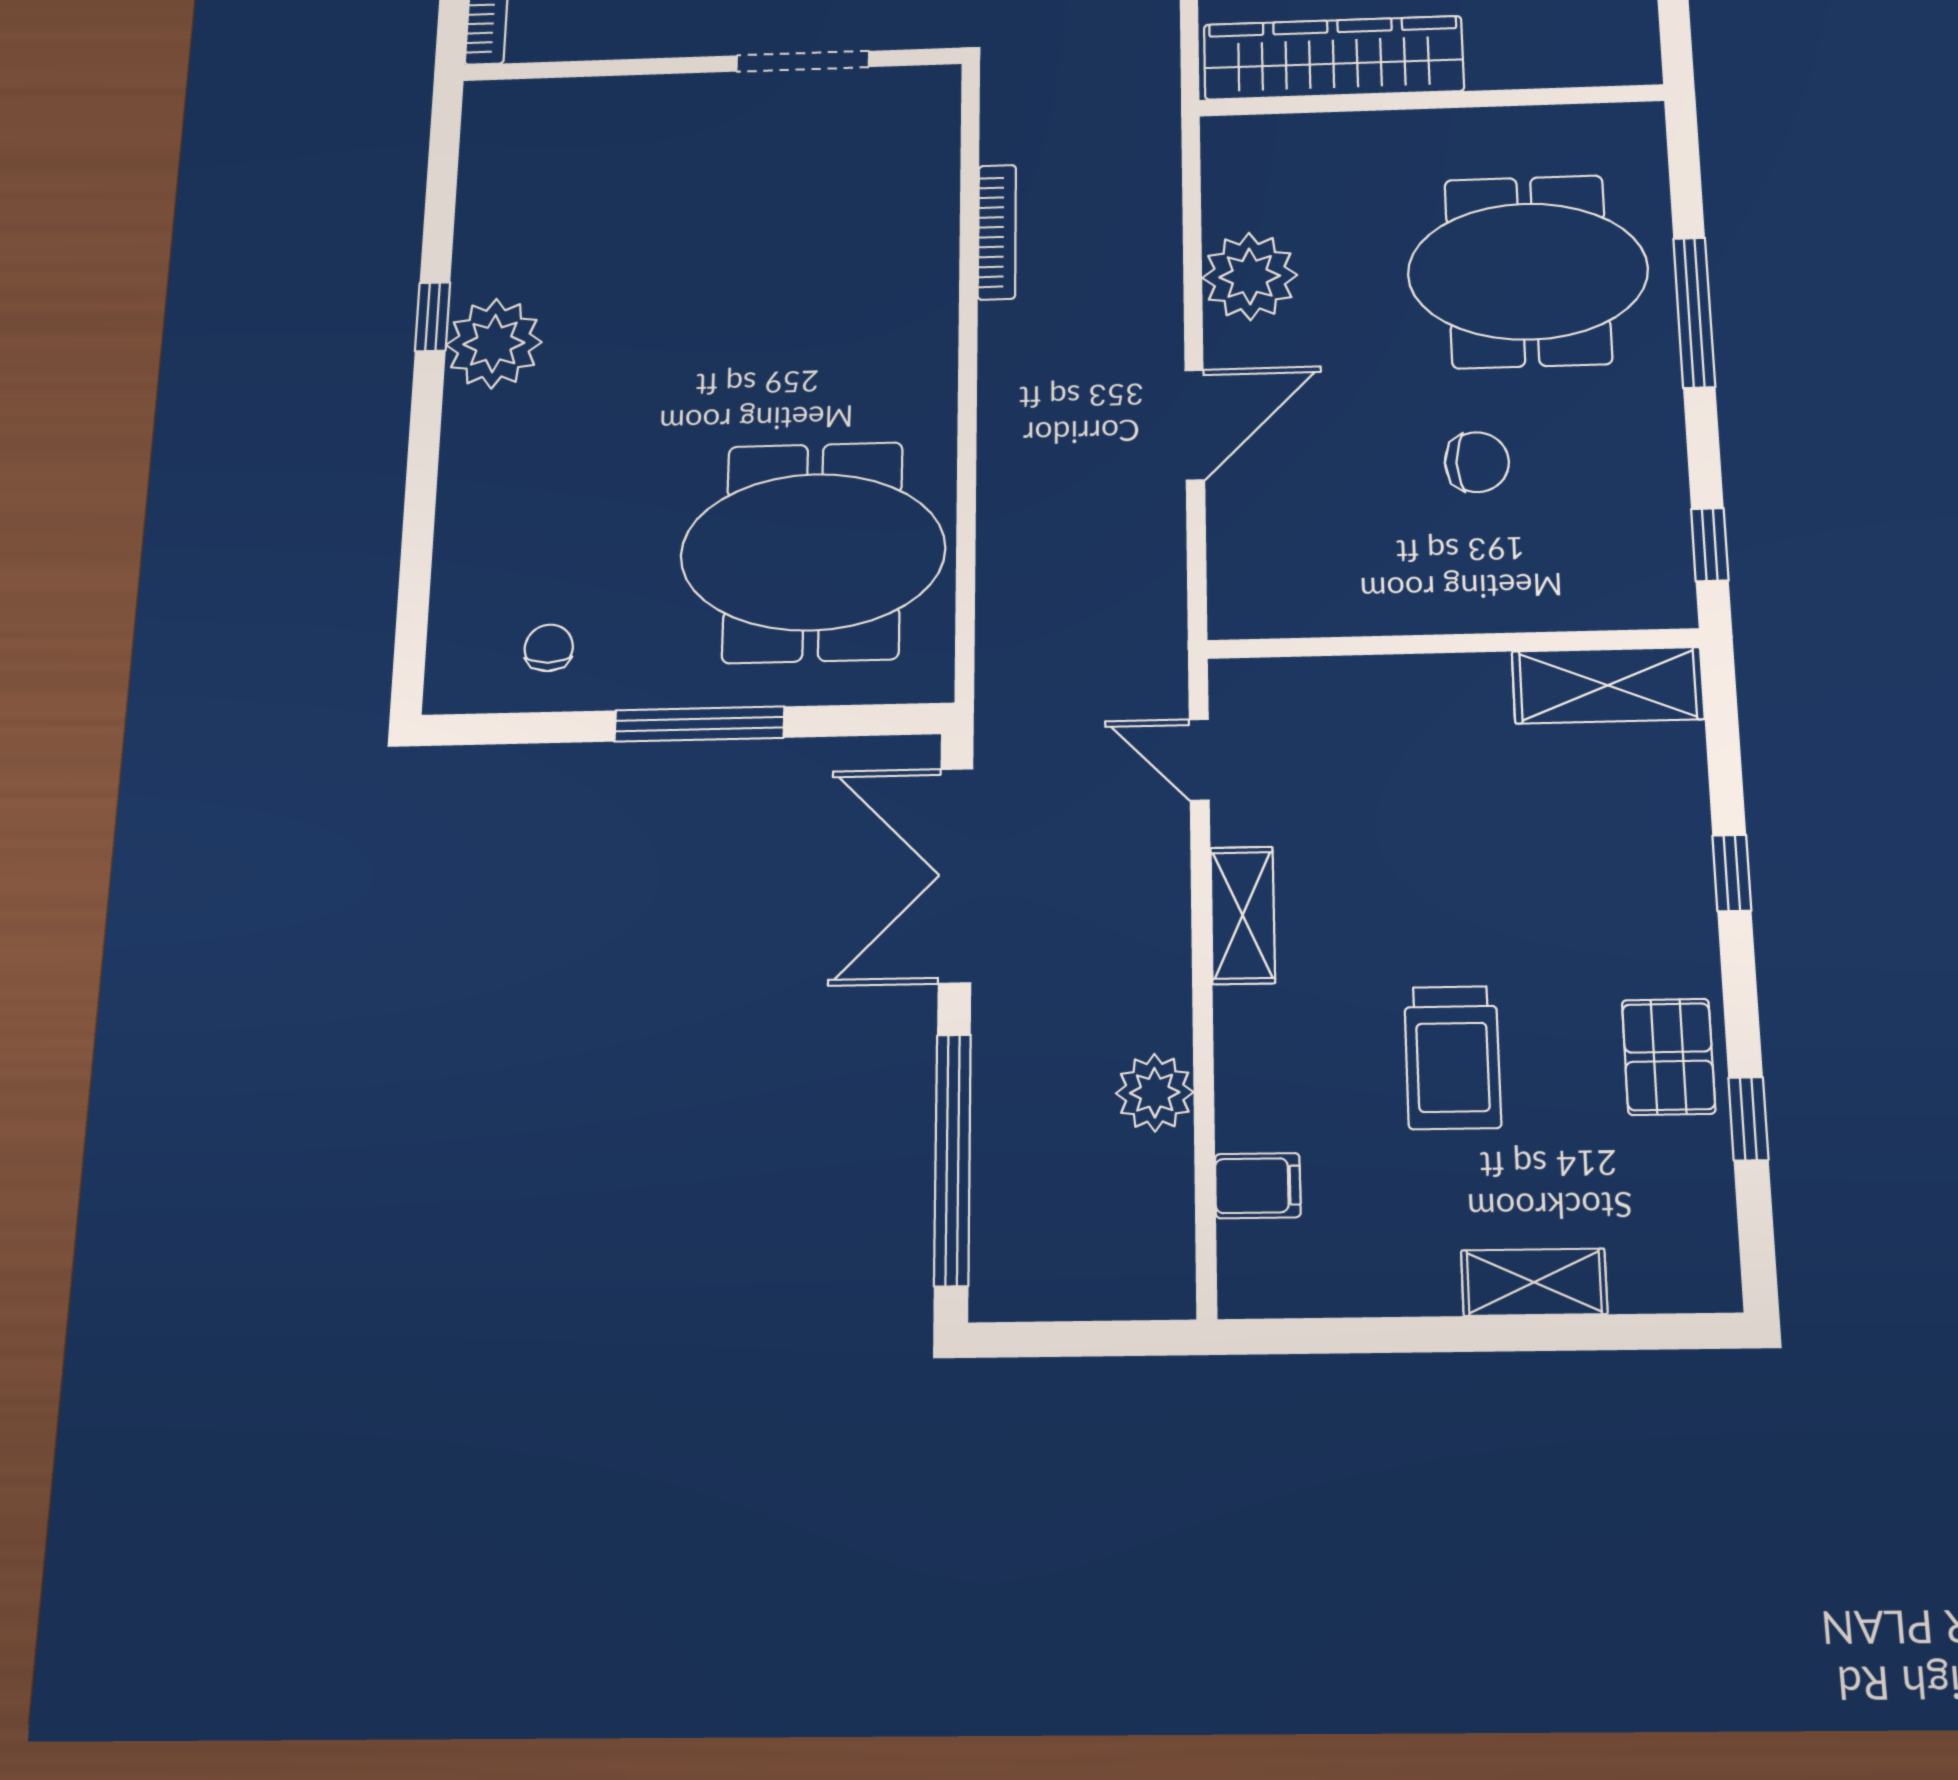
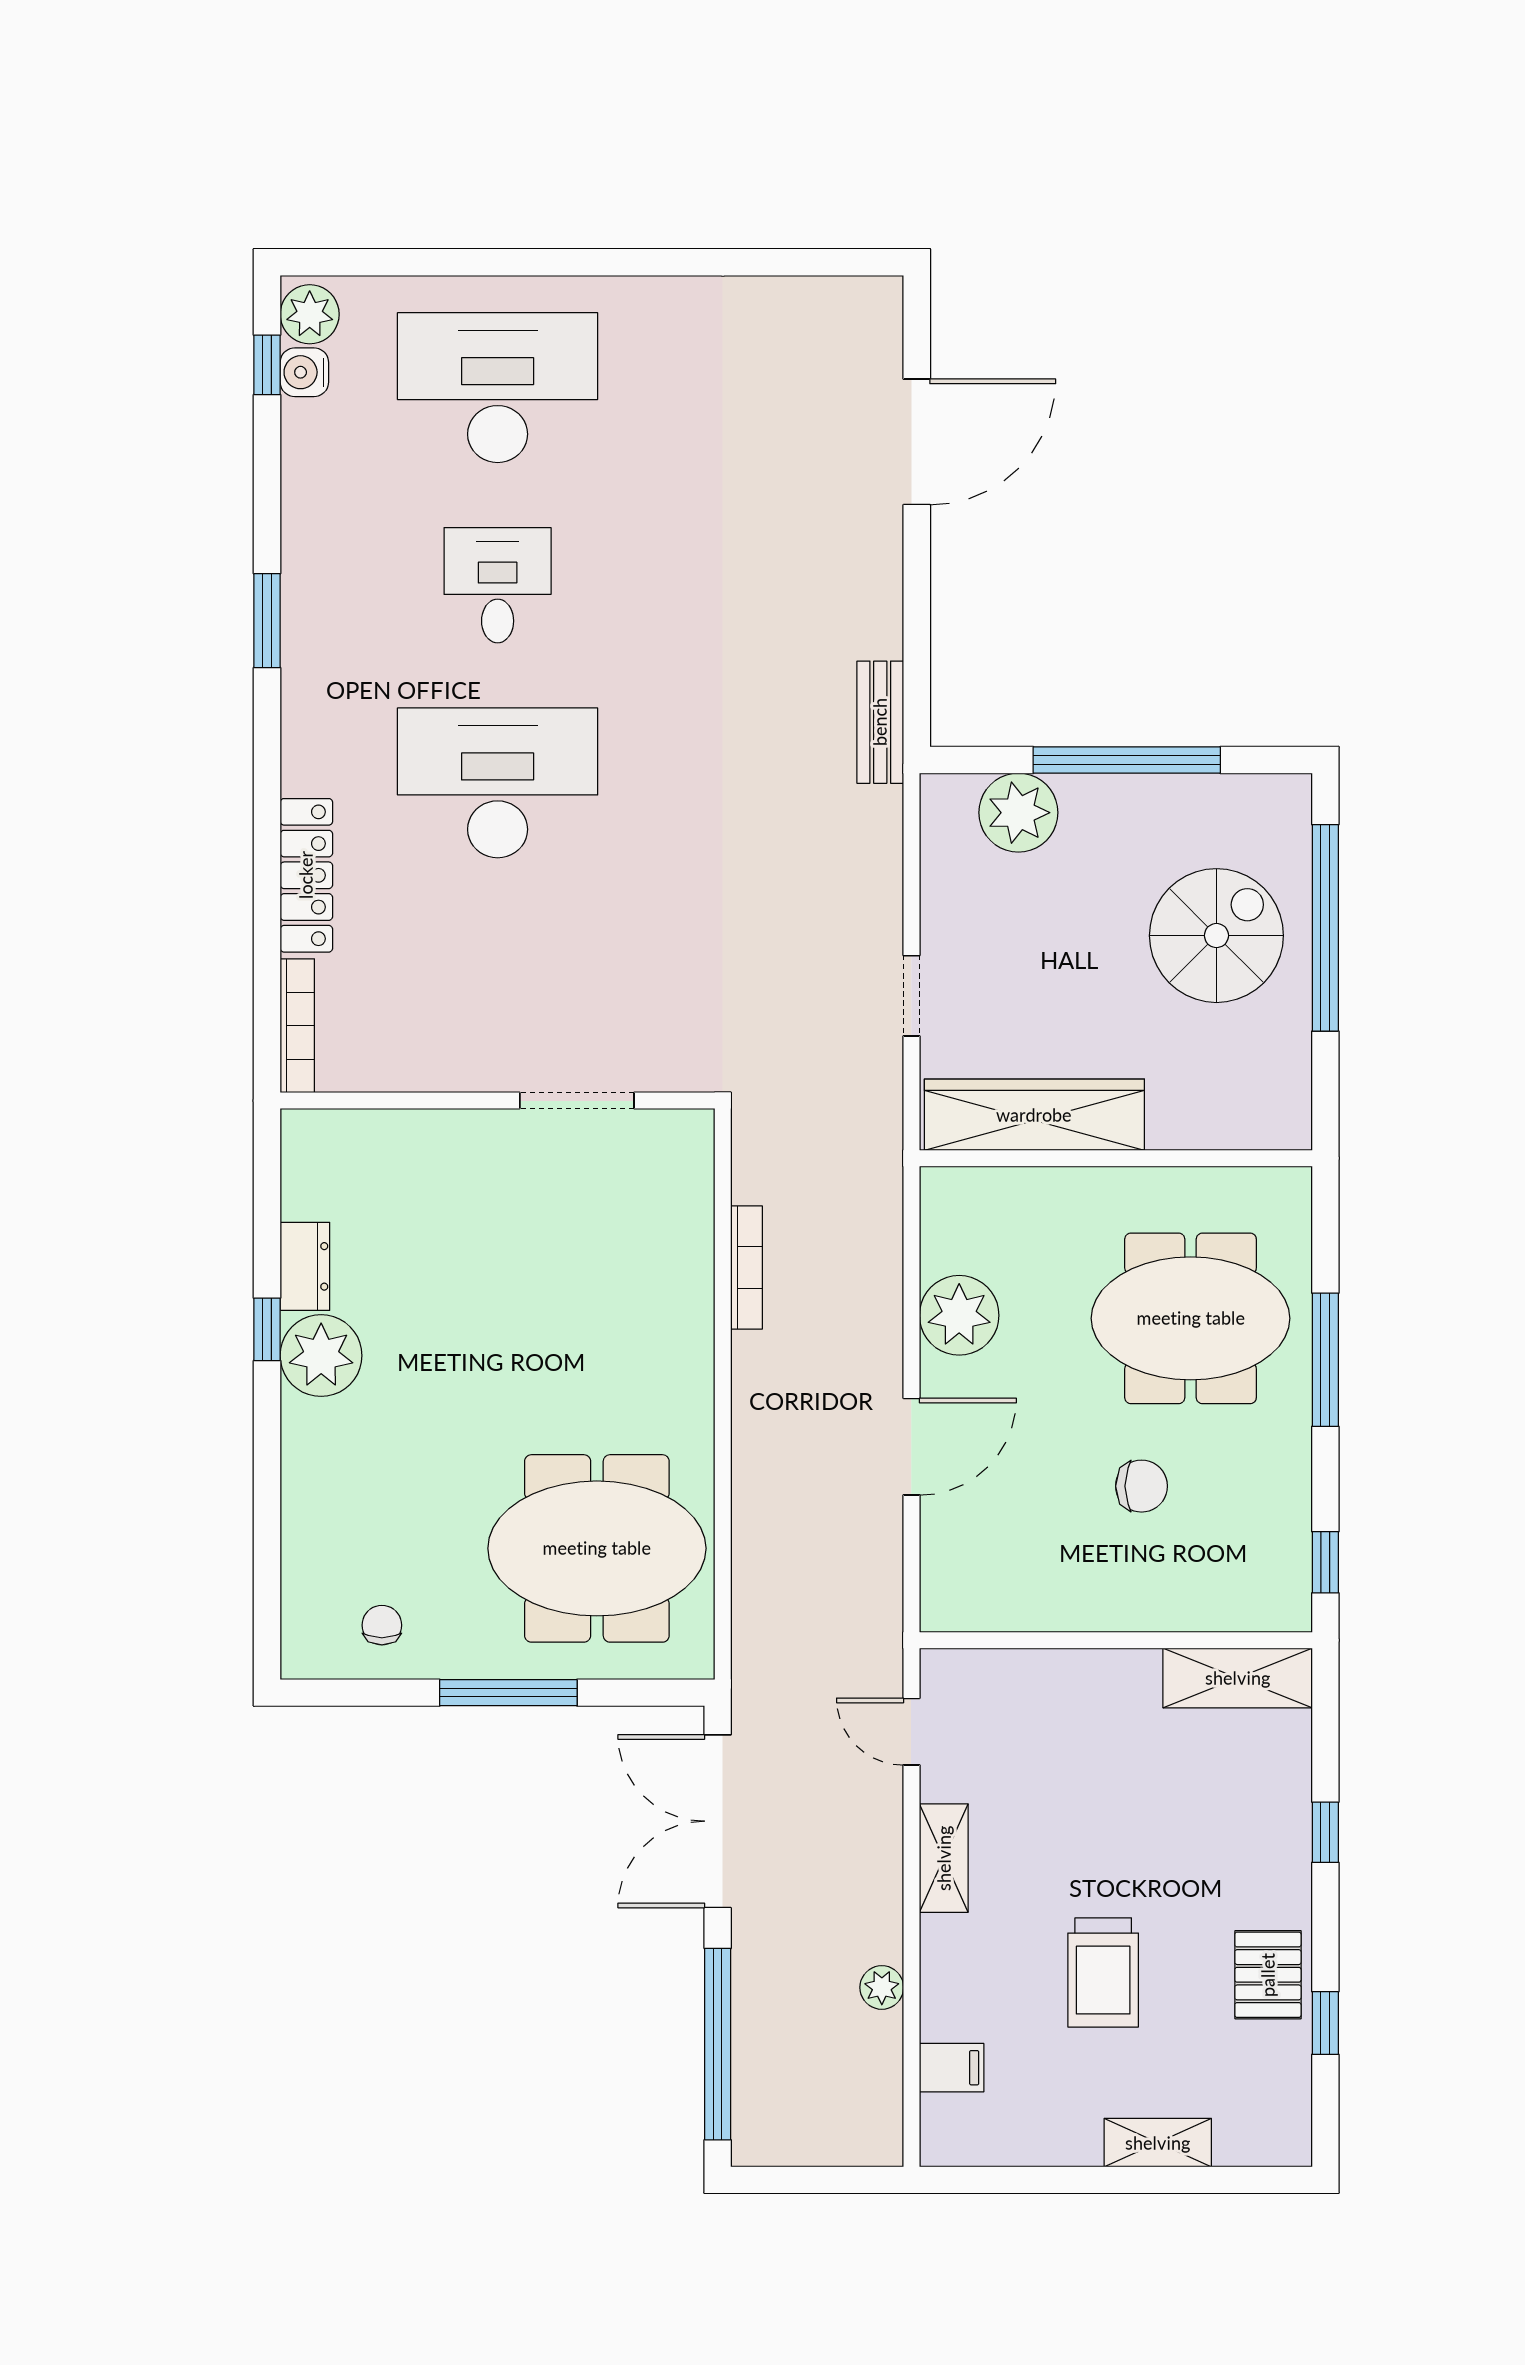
dresser: (481, 247) -> (305, 1266), added
plant: (1155, 1093) -> (882, 1987), width x0.73, depth x0.73

